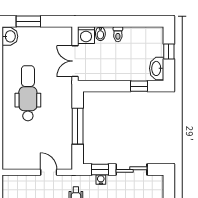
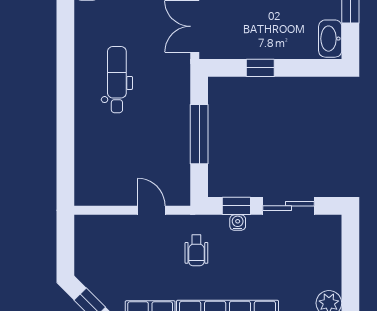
window: (139, 86) -> (260, 68), moved
dental chair: (28, 93) -> (117, 80), width x0.73, depth x0.72

